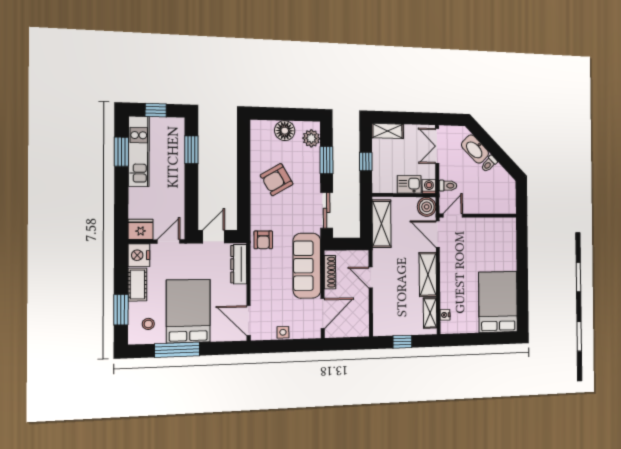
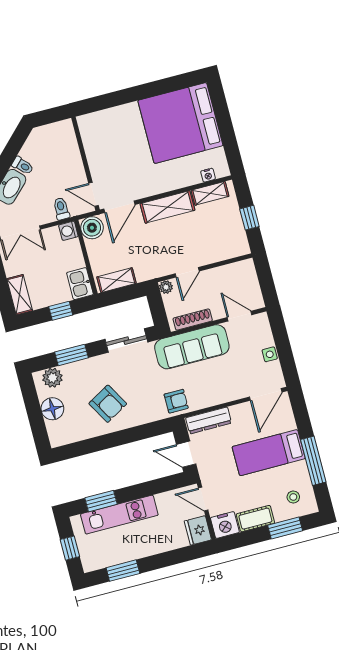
kitchen unit: (139, 151) -> (119, 515), moved, turned 180
kitchen sink: (409, 184) -> (80, 284), moved
shelving: (381, 224) -> (117, 280), width x0.67, depth x0.75
plant: (363, 256) -> (166, 287), added
bed: (498, 302) -> (180, 123), width x1.36
bed: (188, 311) -> (269, 453), width x0.67
door: (323, 314) -> (240, 316), width x0.73

